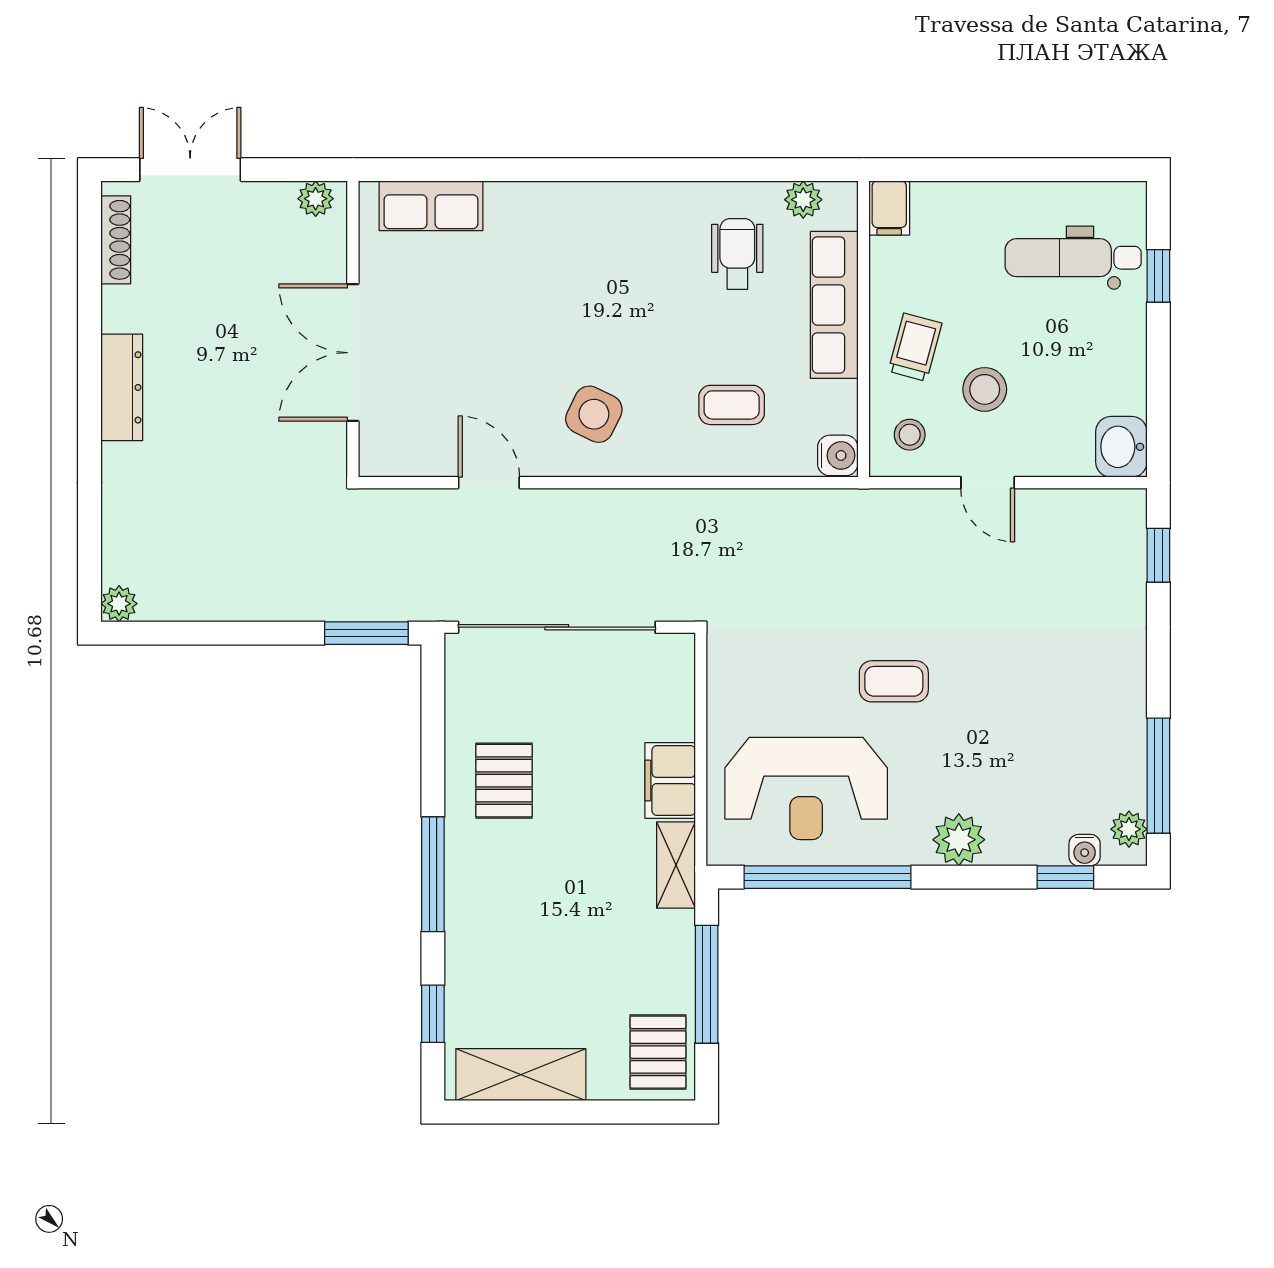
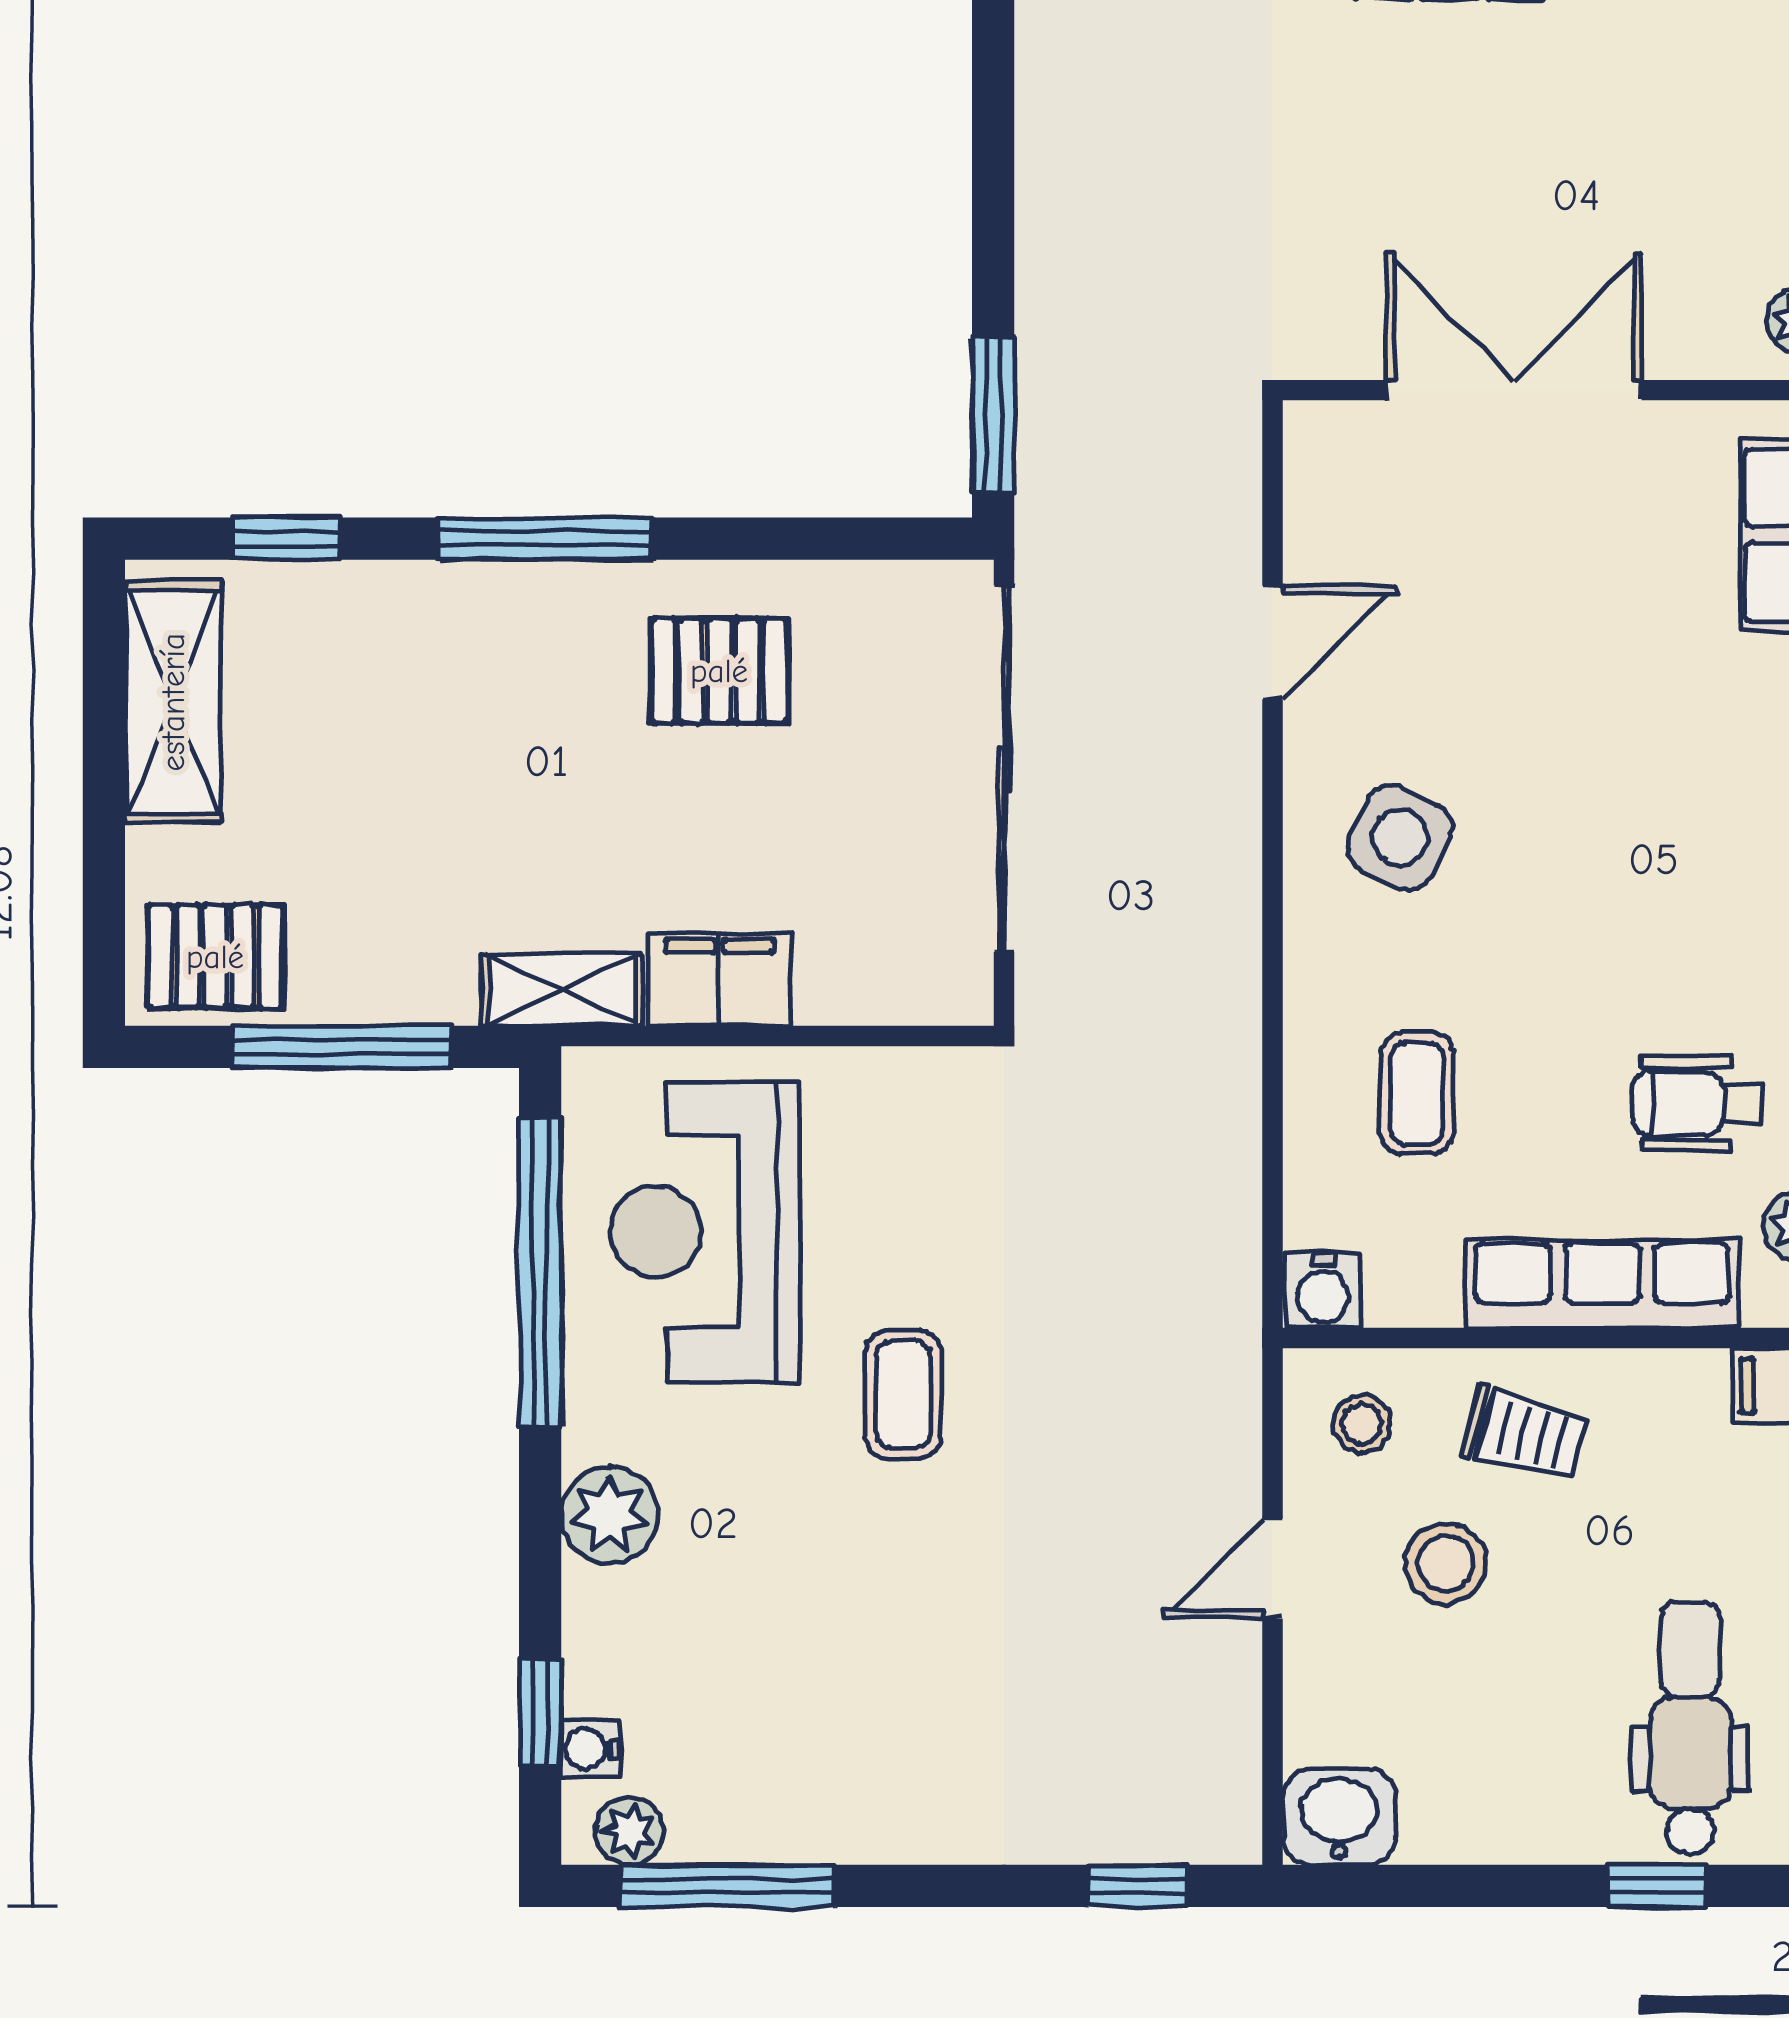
wheelchair: (737, 254) -> (1697, 1104), turned 180

